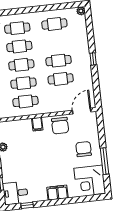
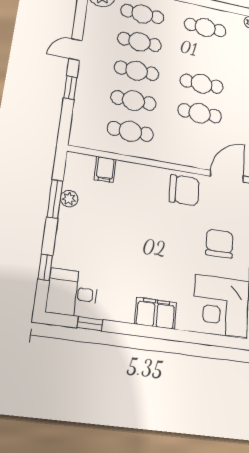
filing cabinet: (37, 124) -> (105, 169), moved
chair: (60, 126) -> (184, 190), turned -91

